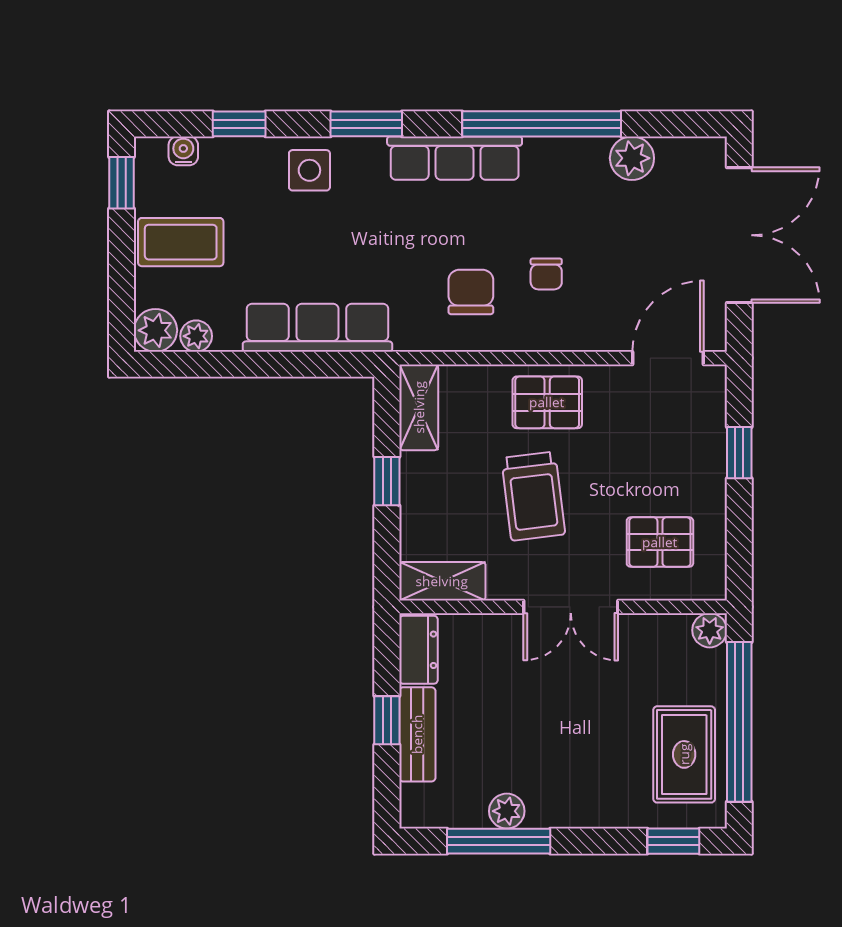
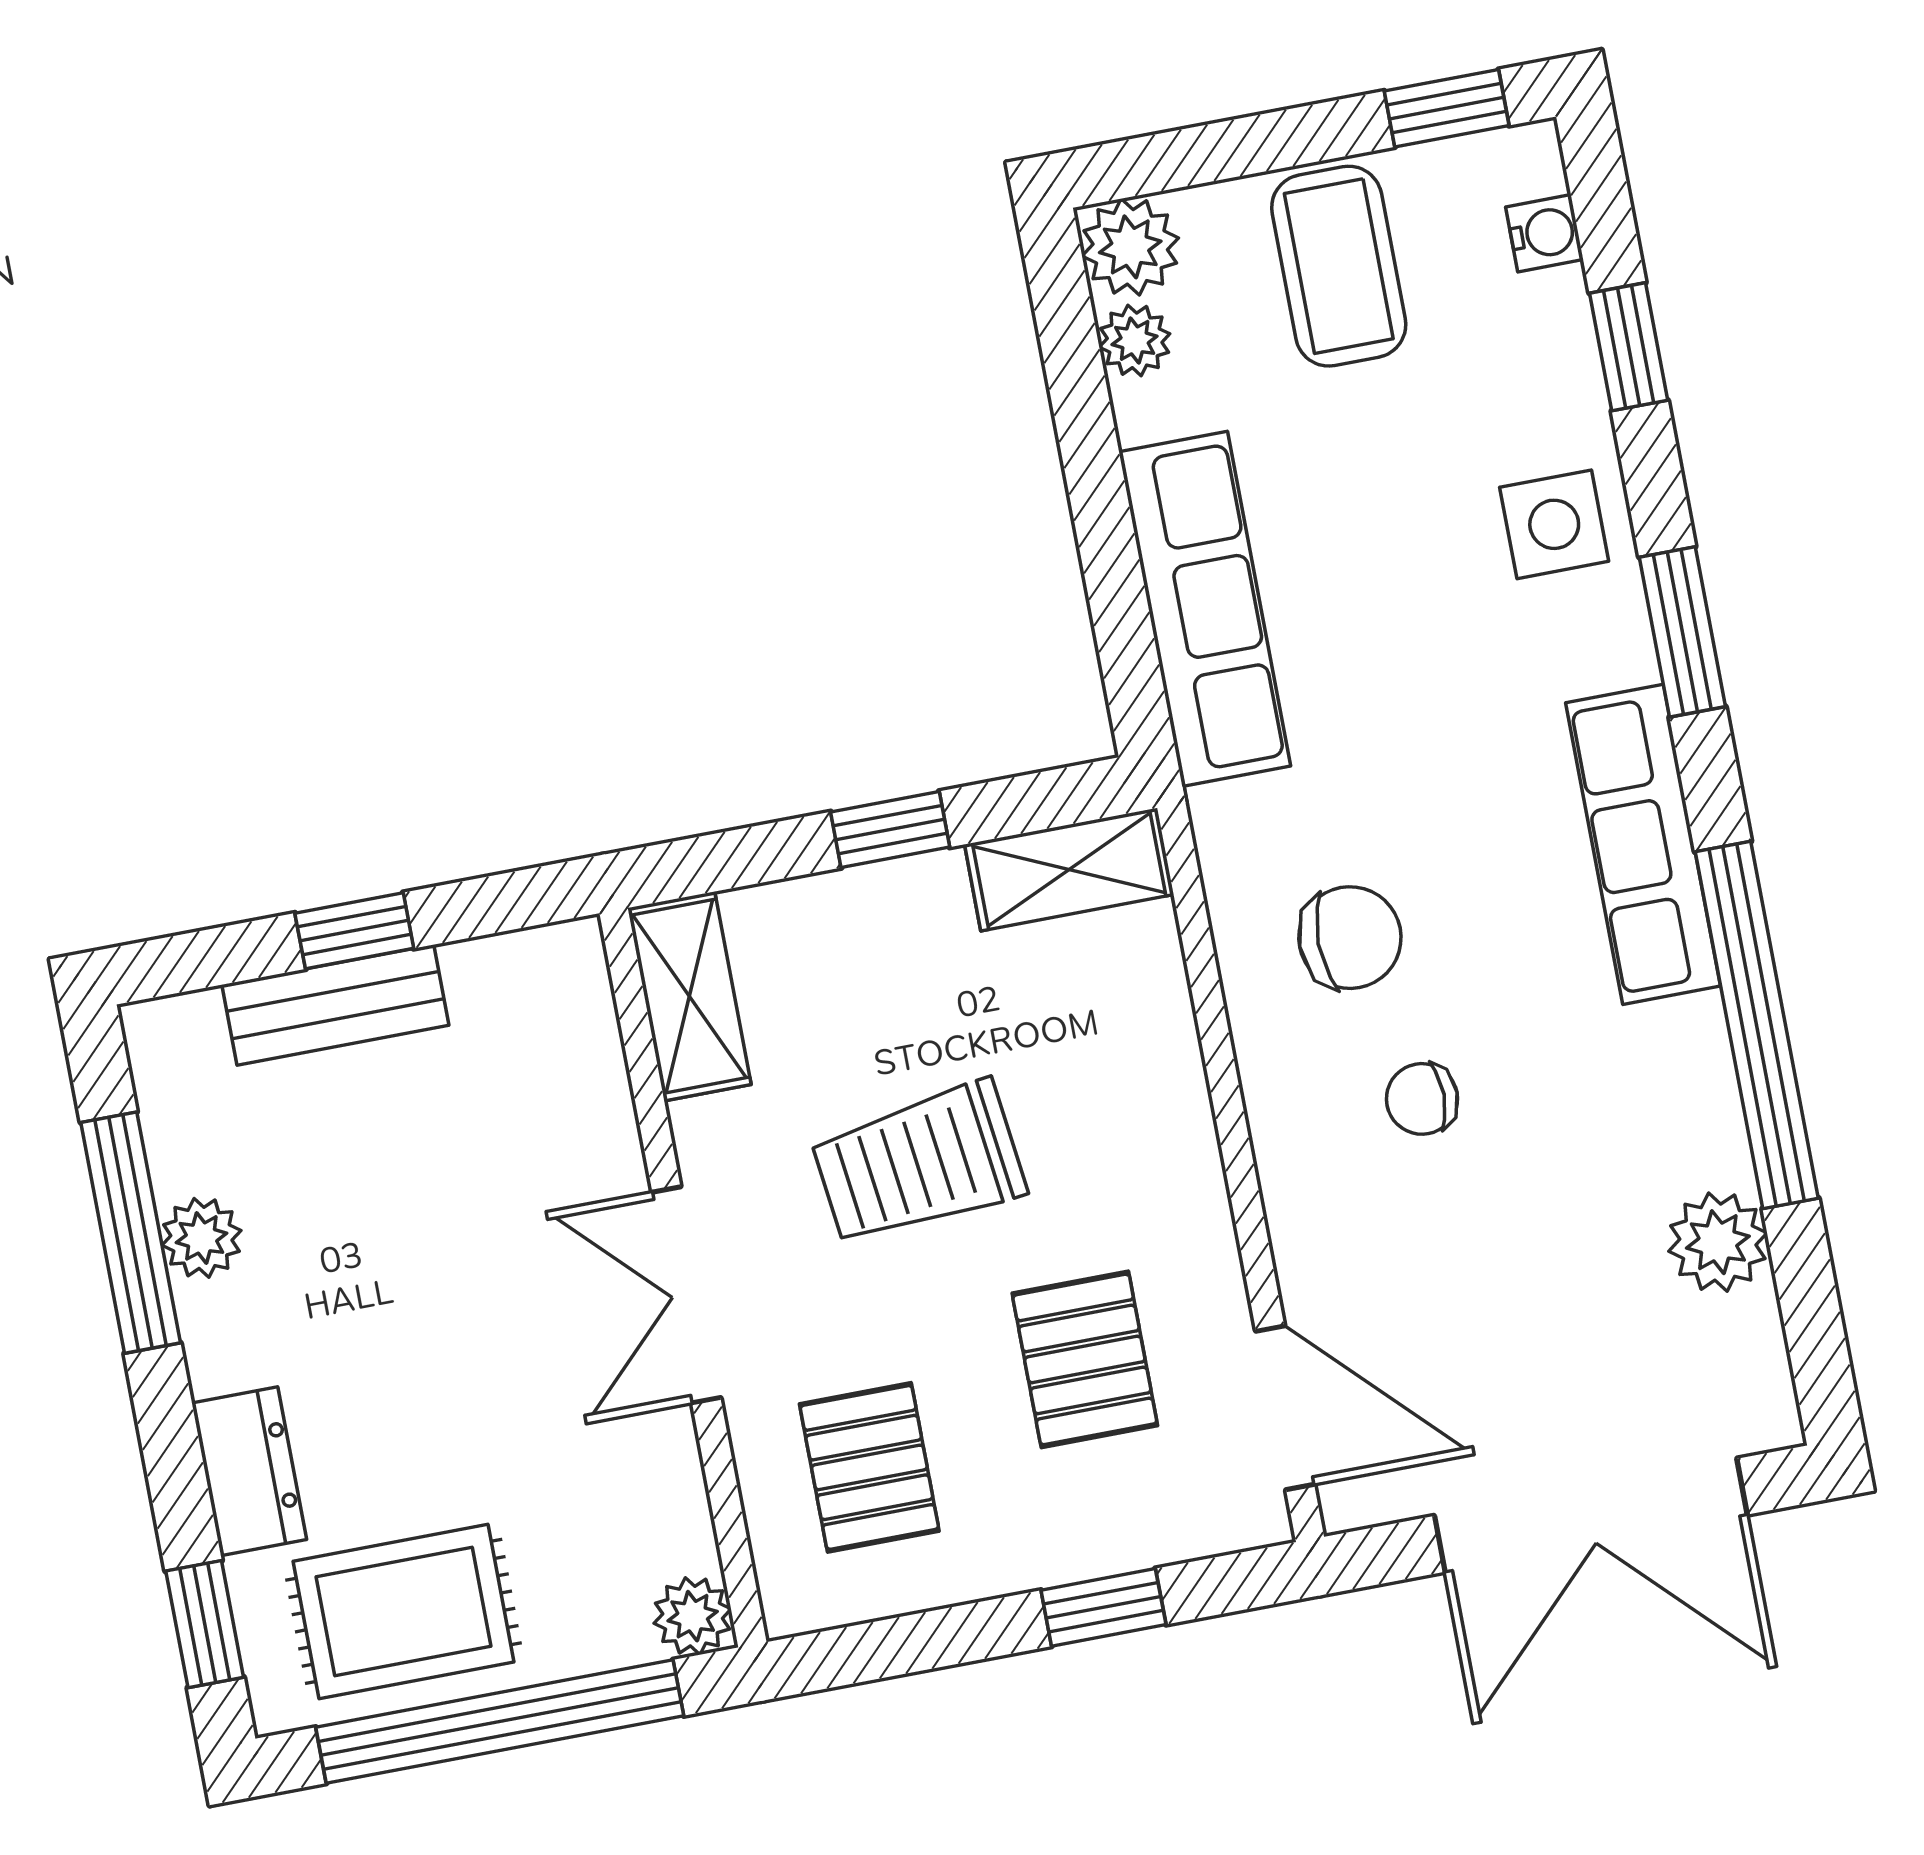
pallet: (547, 402) -> (1085, 1359), moved
dresser: (418, 650) -> (249, 1471), moved, turned -90

